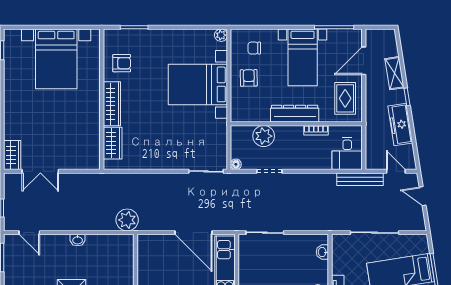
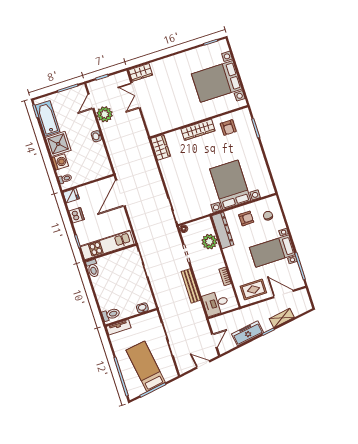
plant: (221, 35) -> (270, 190), removed
dresser: (295, 114) -> (223, 230), moved
wardrobe: (113, 143) -> (161, 147), moved, turned -90
bench: (360, 179) -> (191, 286), moved
door: (423, 196) -> (203, 365), hinge flipped
plant: (127, 220) -> (105, 114), moved
door: (194, 233) -> (120, 193), moved

